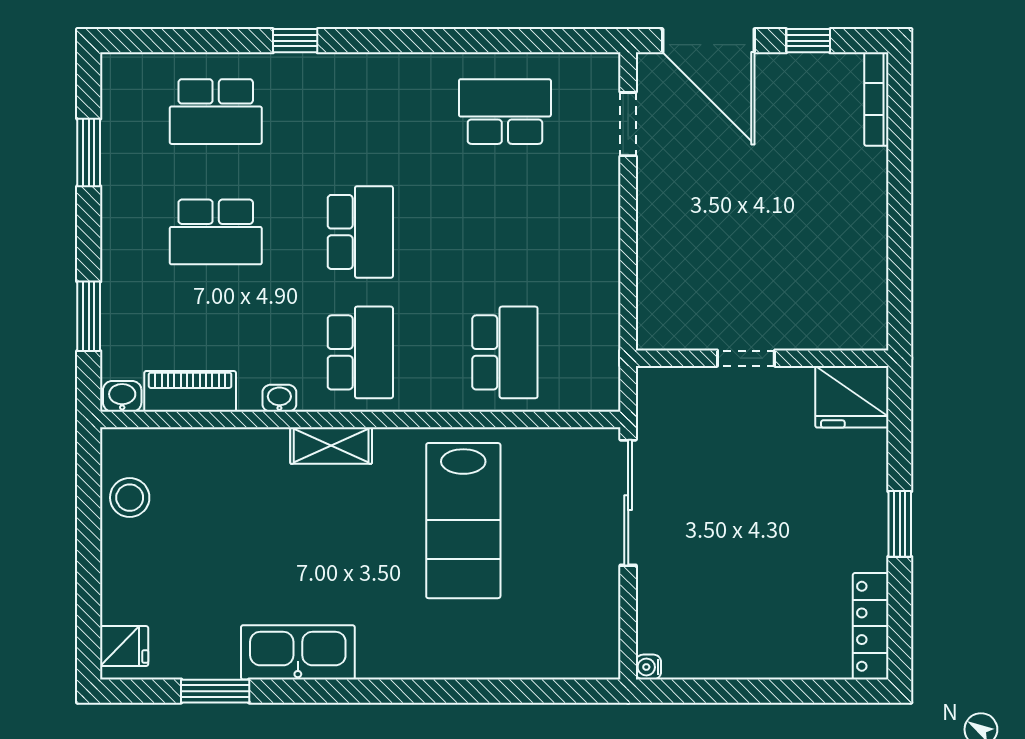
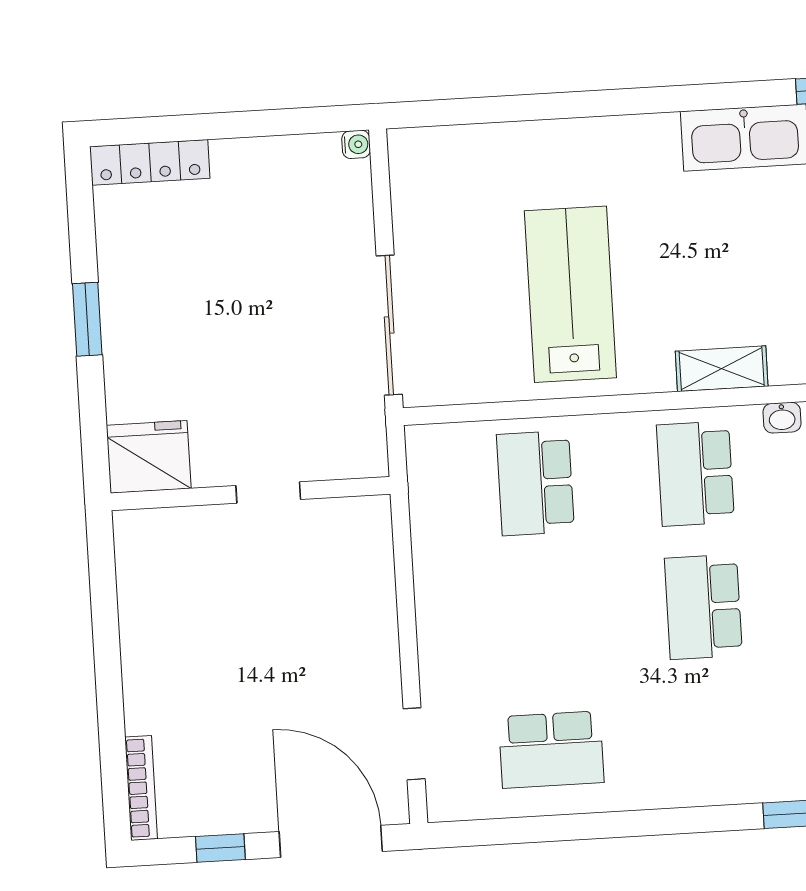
locker: (871, 626) -> (150, 162), moved, turned 90

